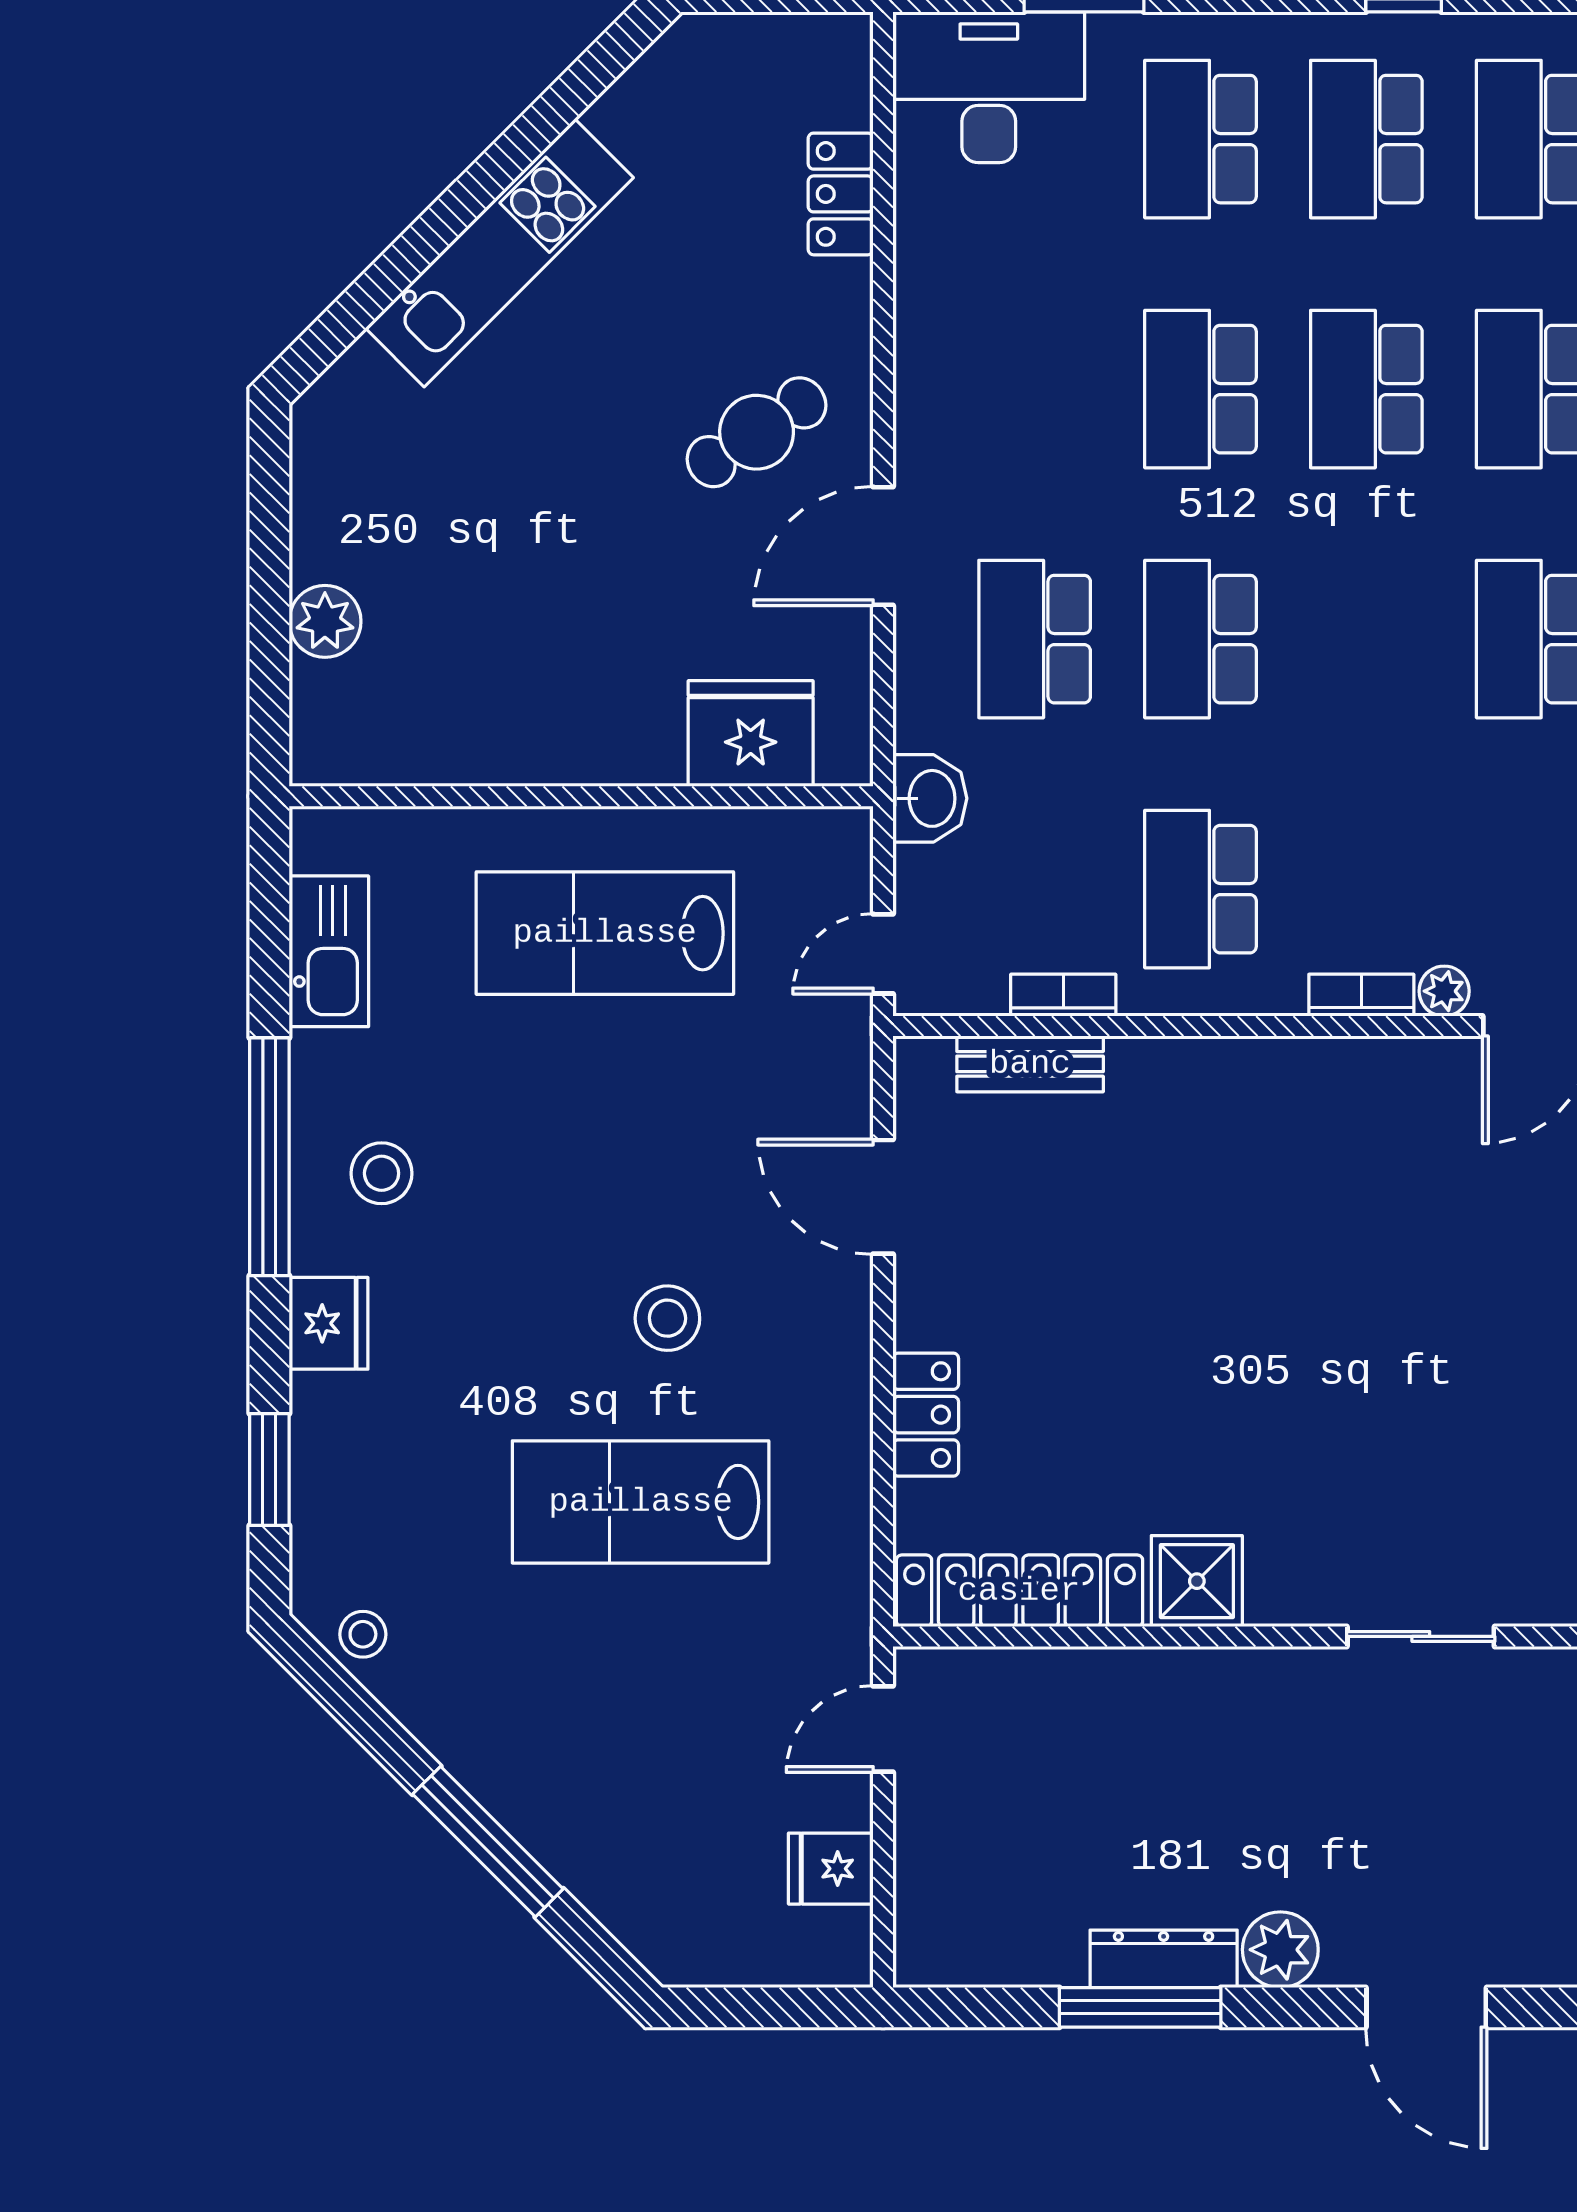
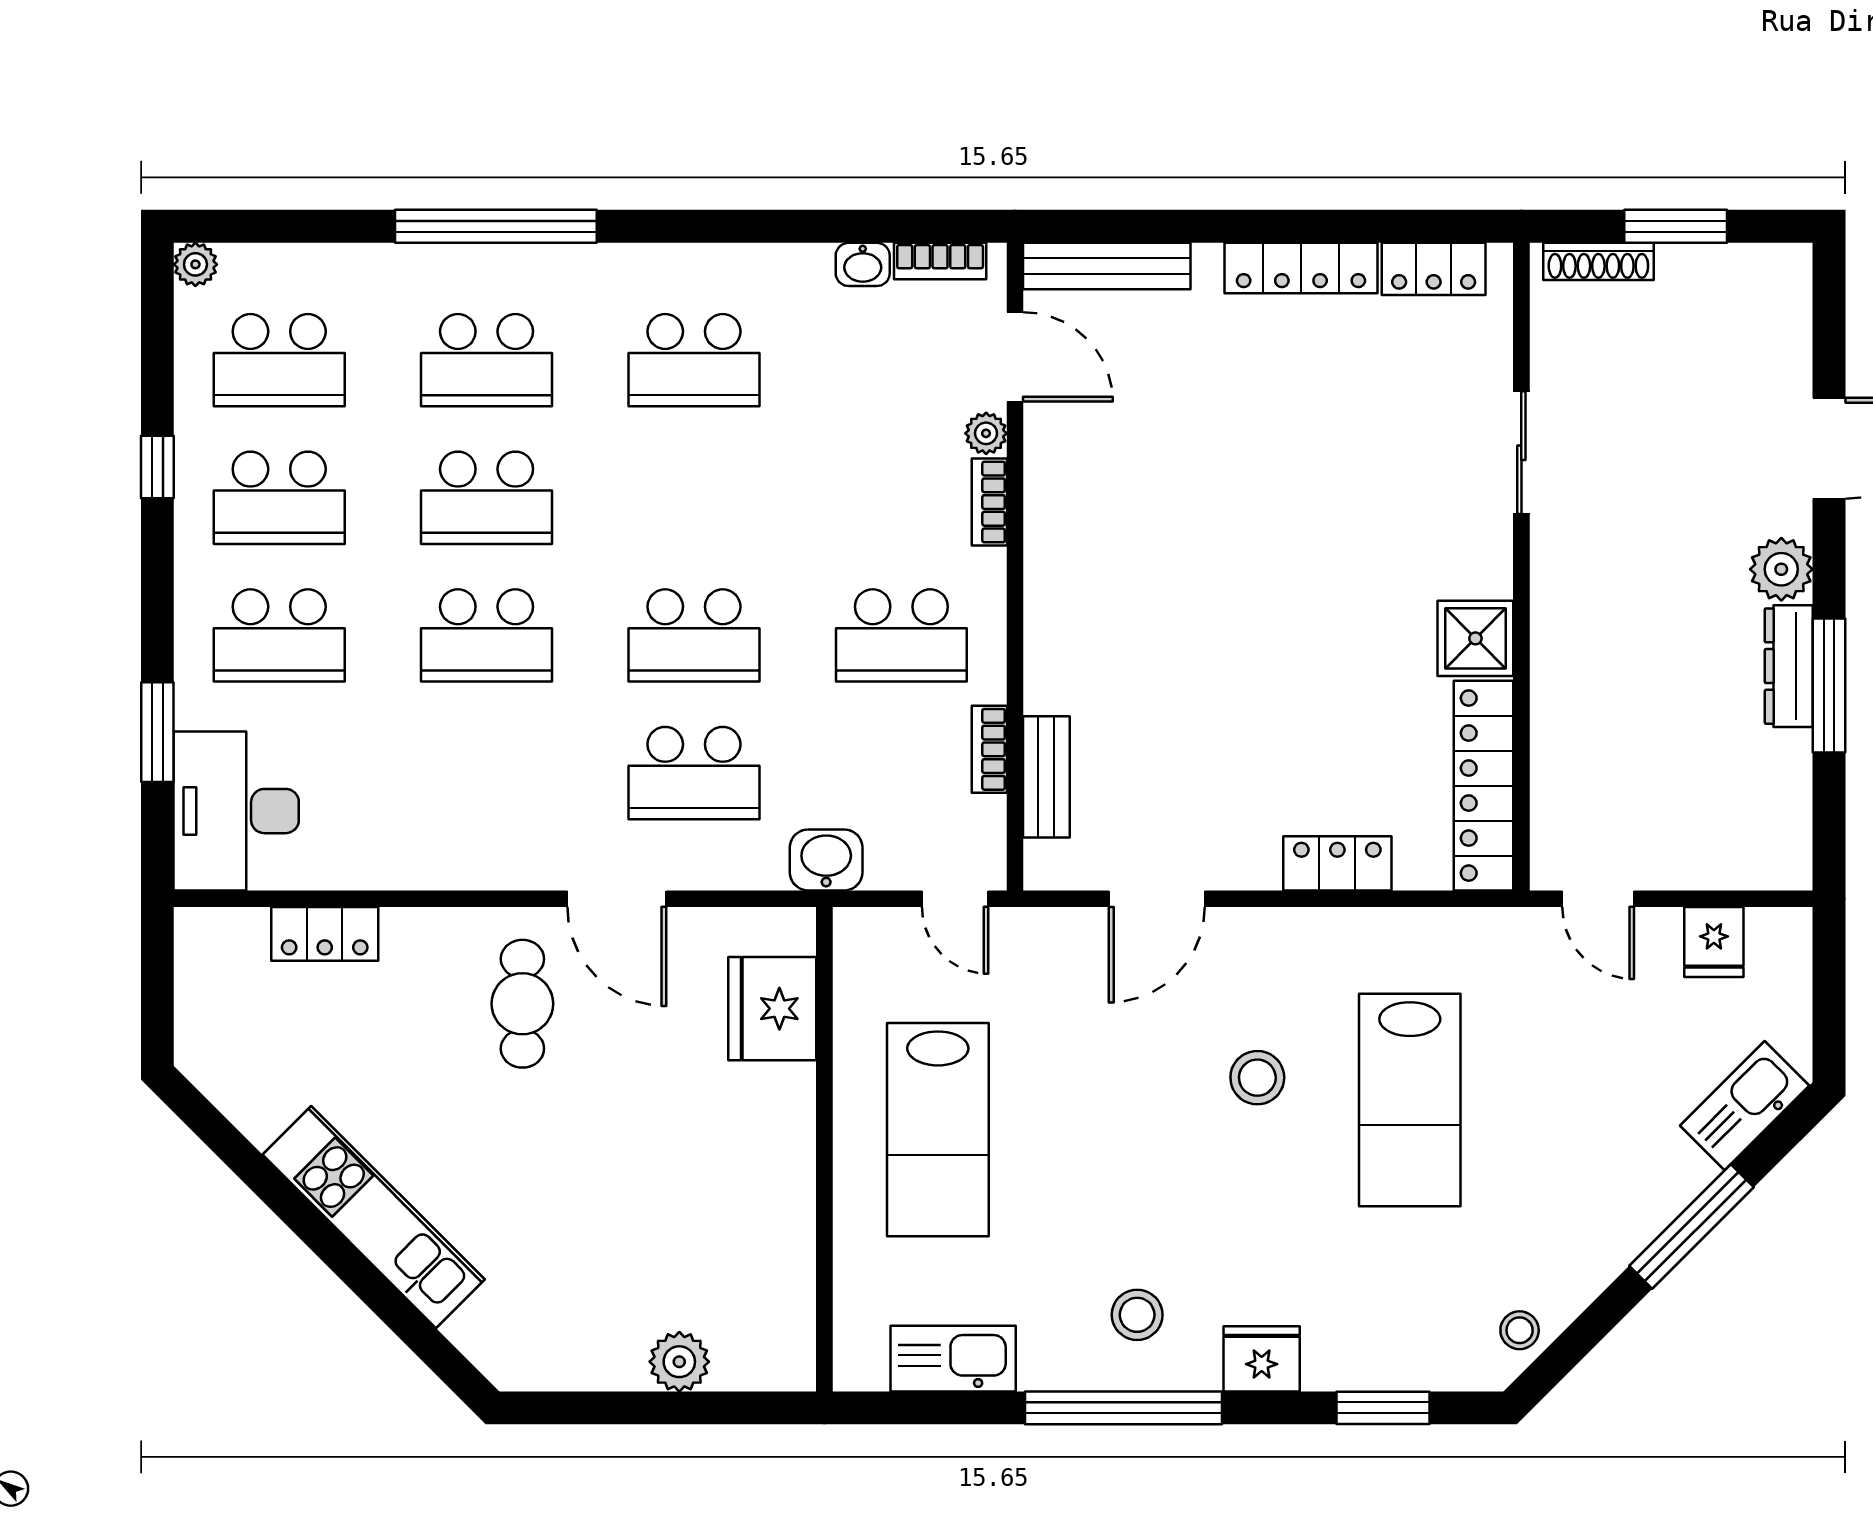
cafe table: (757, 432) -> (522, 1004), turned 33
kitchen sink: (634, 1906) -> (1745, 1106), added

